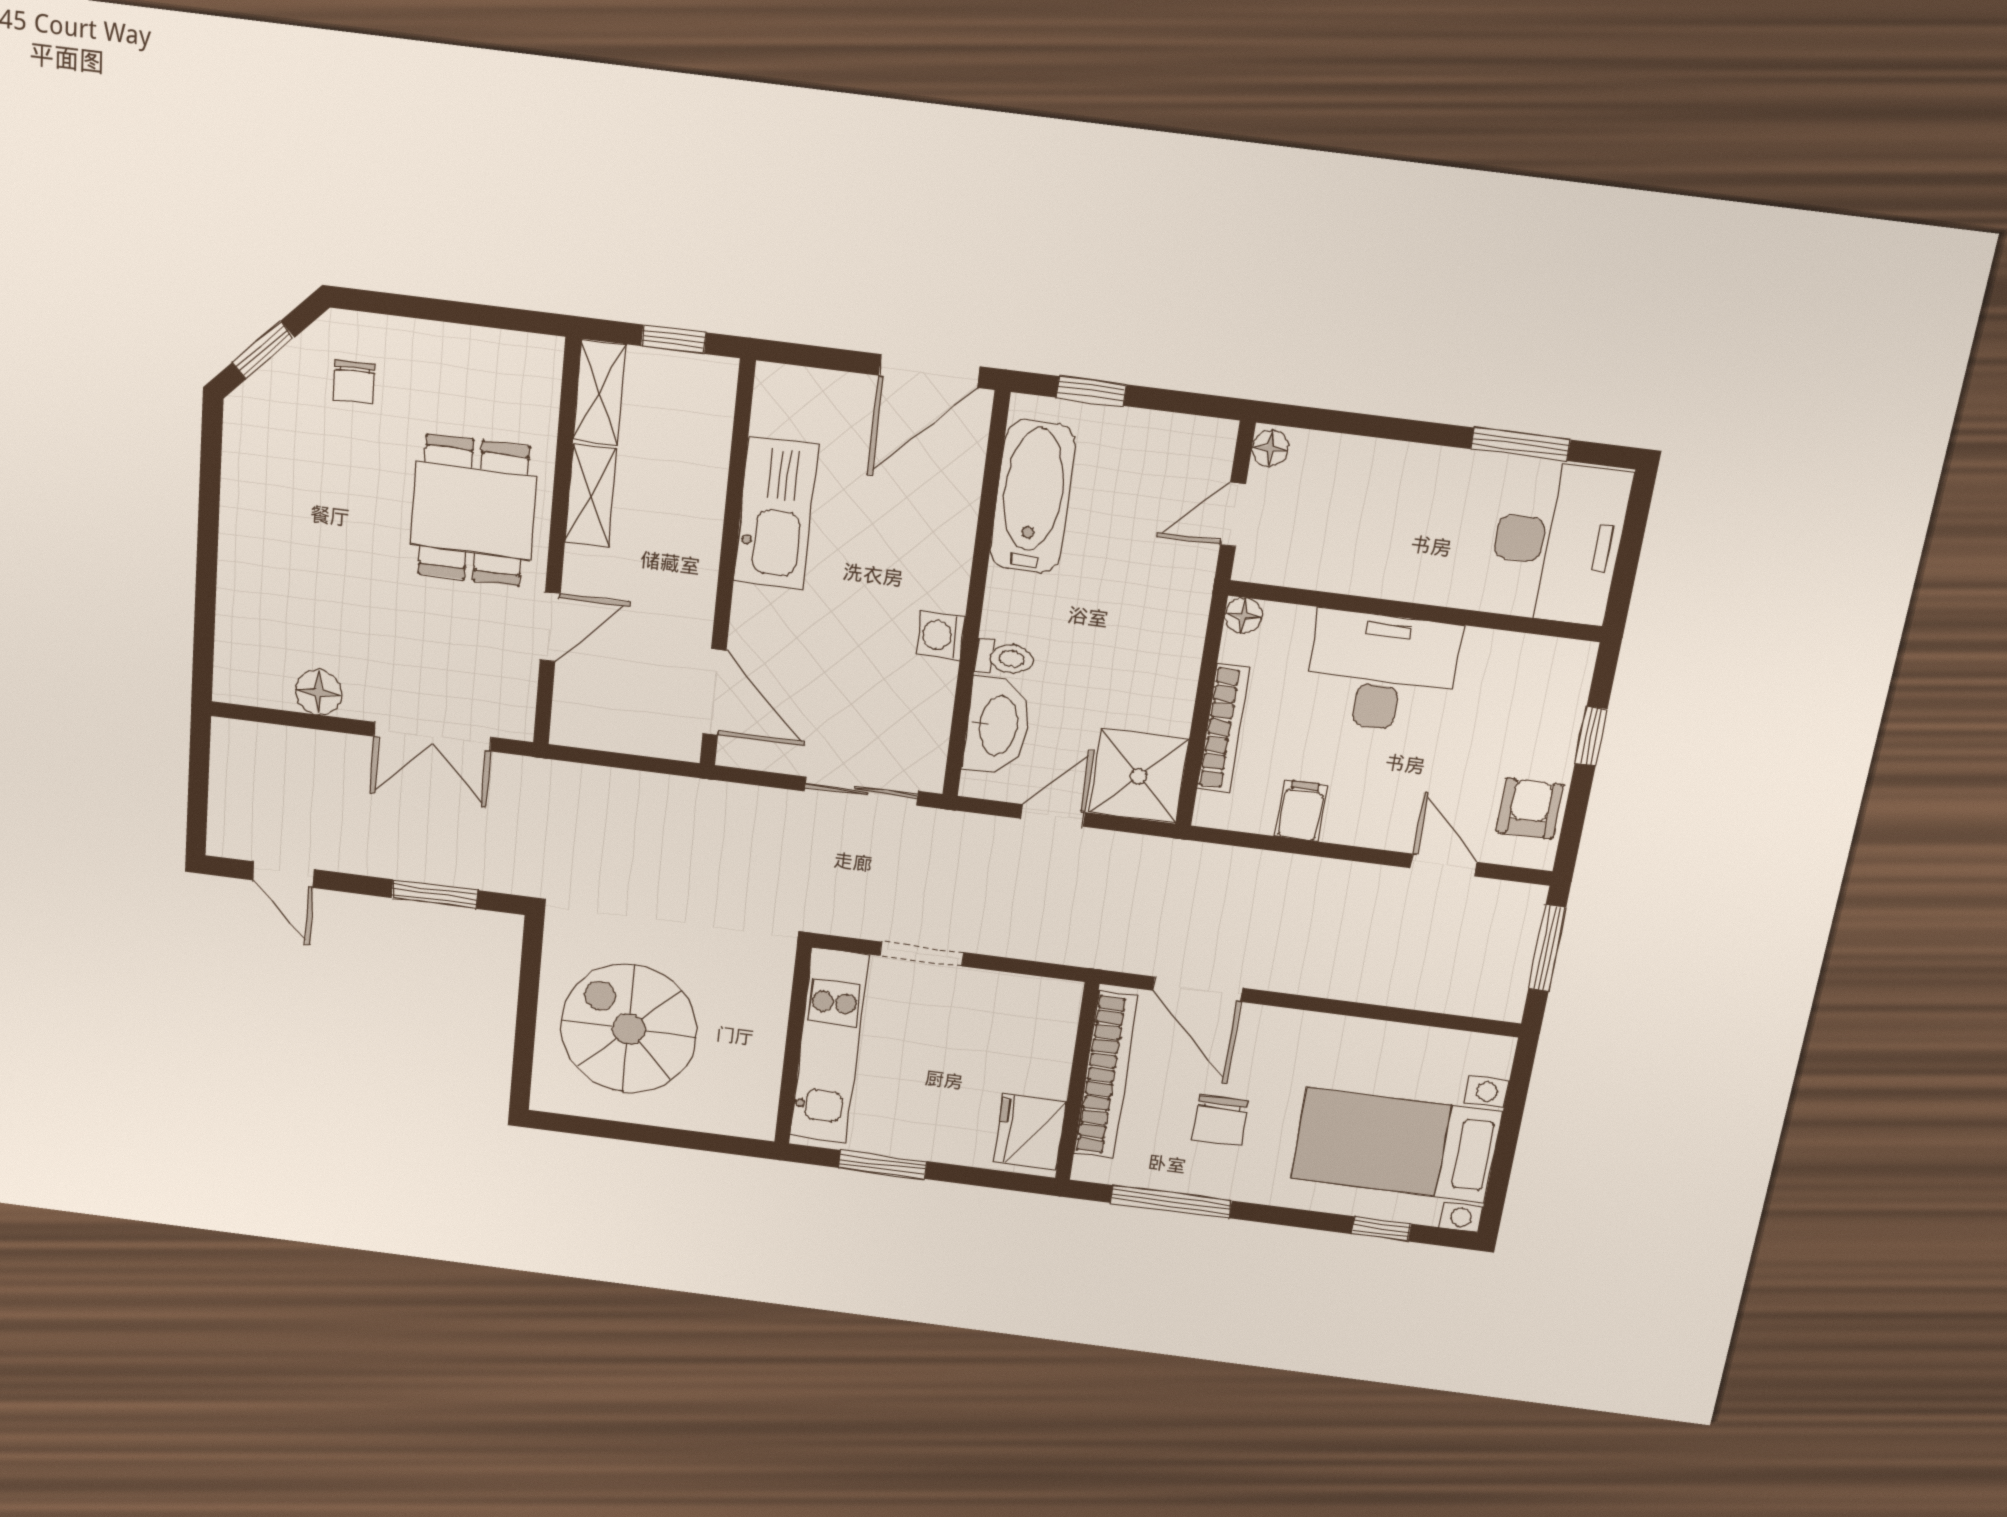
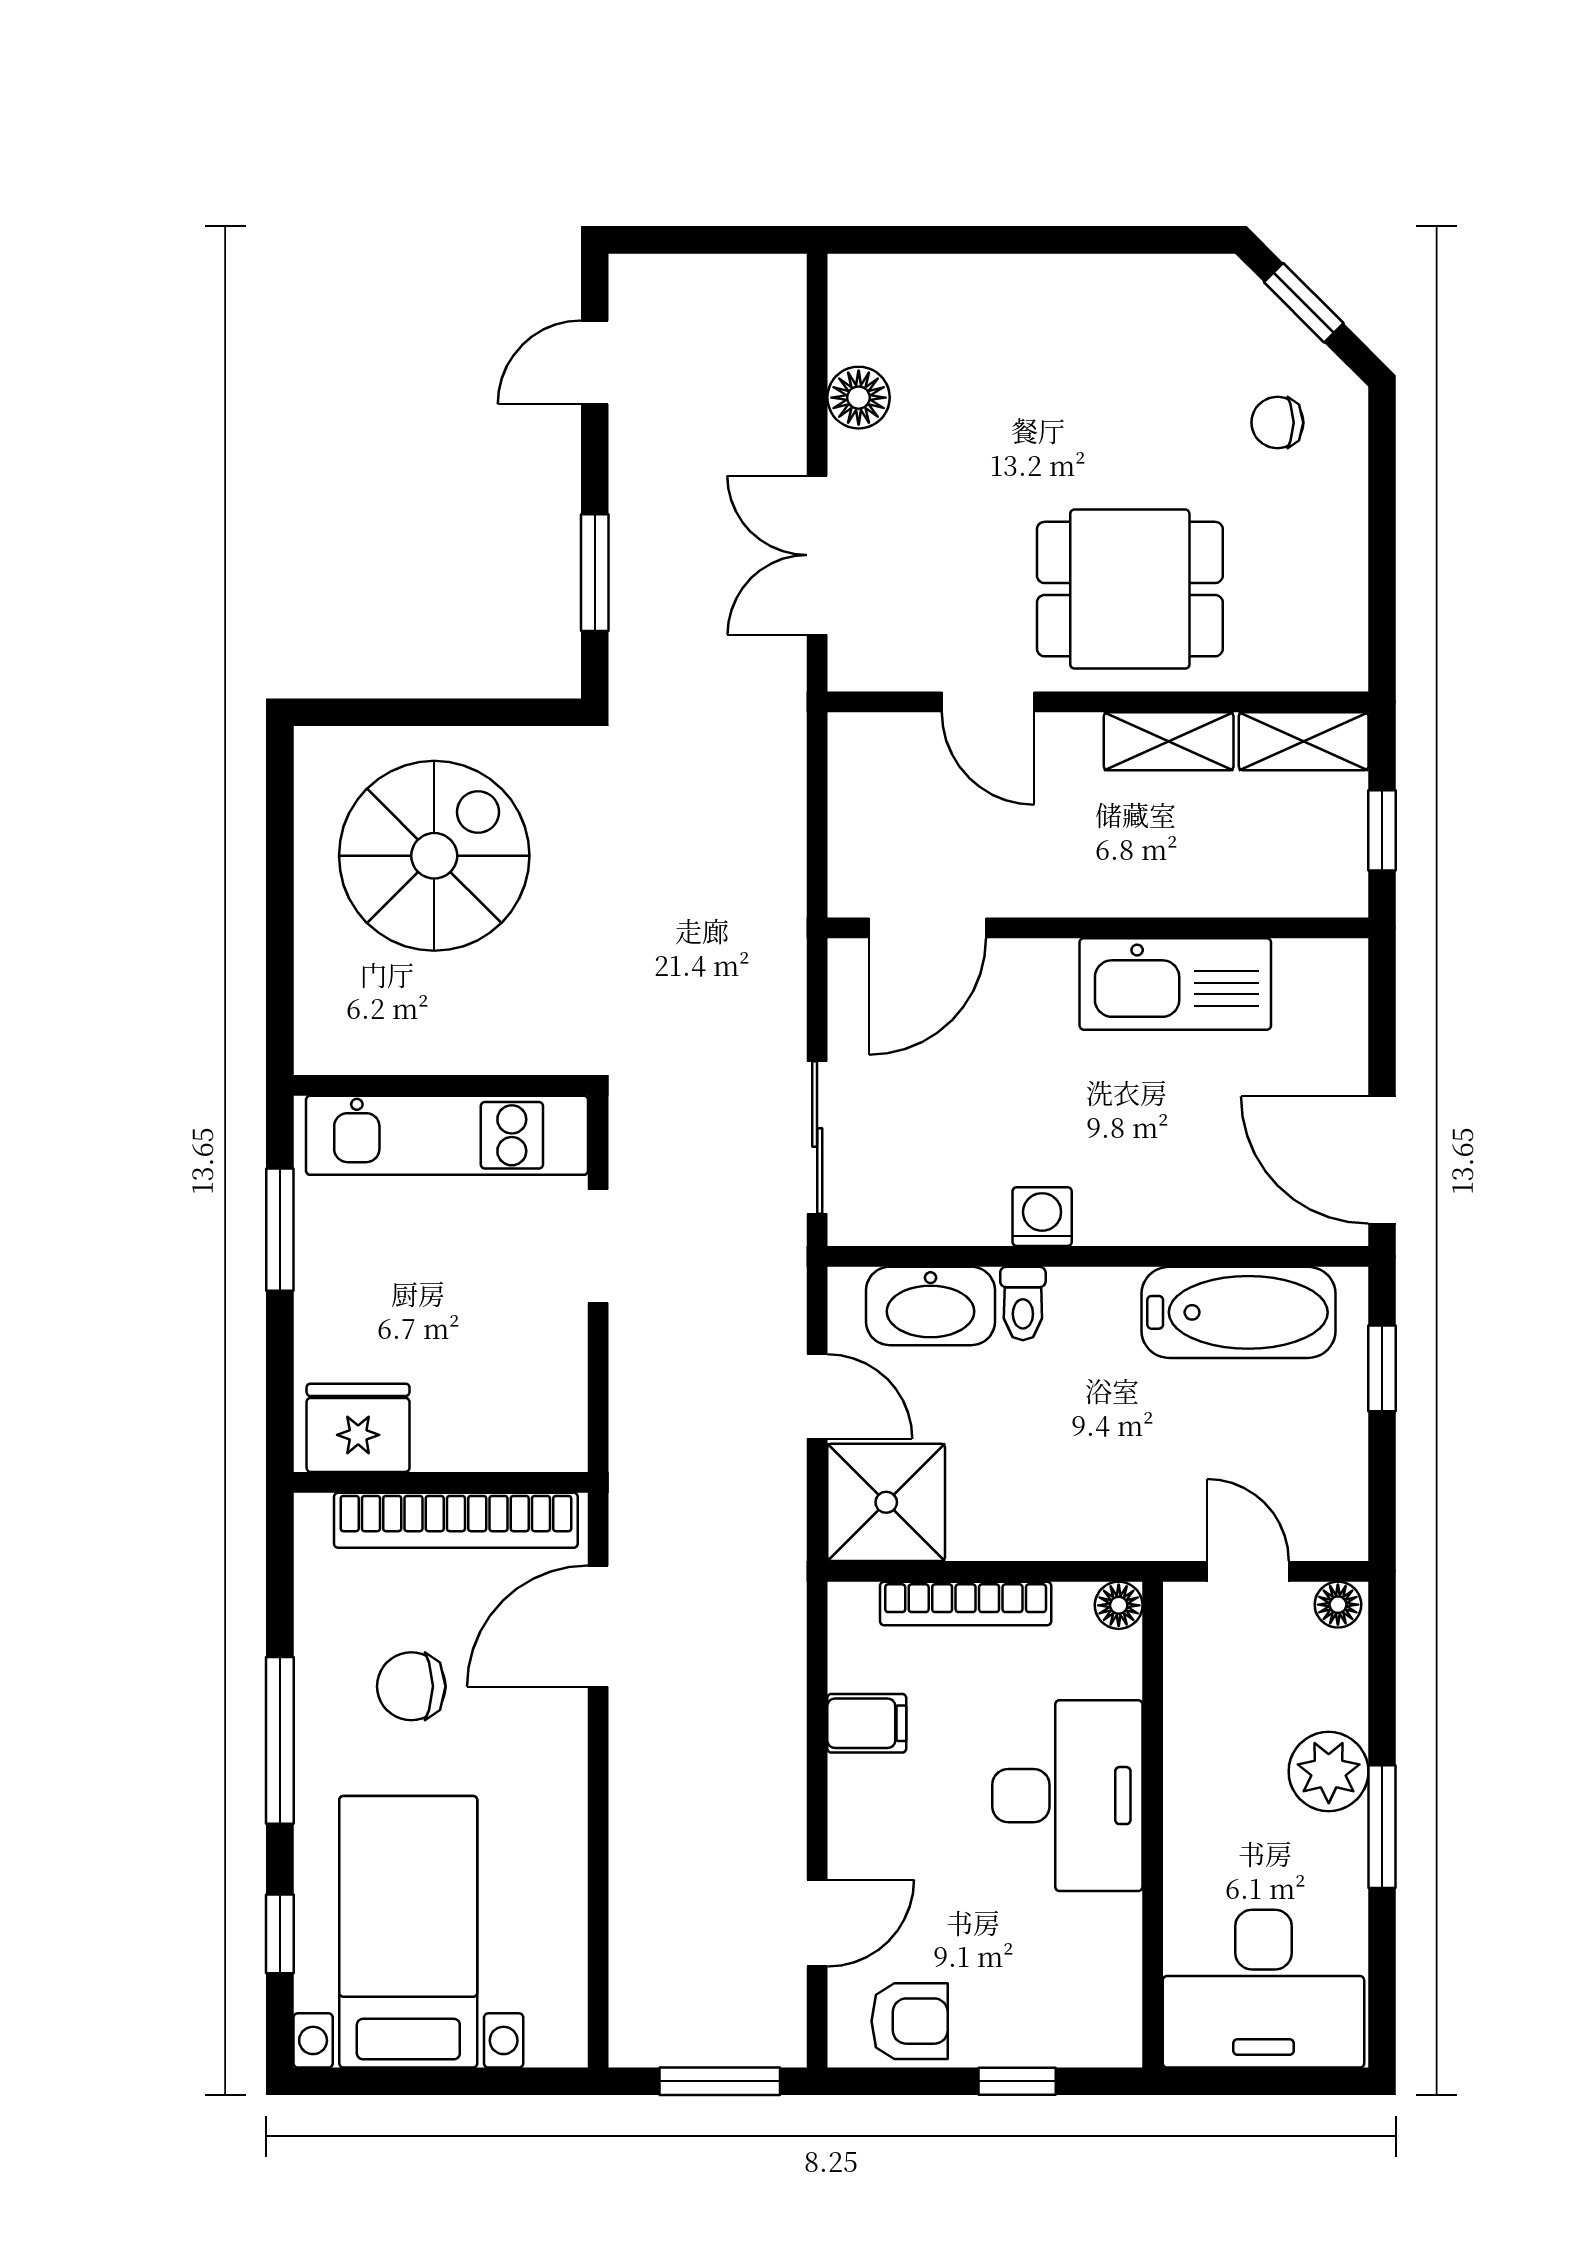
window: (1521, 444) -> (1382, 1827), moved
plant: (1398, 472) -> (1329, 1771), added
window: (1171, 1202) -> (280, 1740), moved

